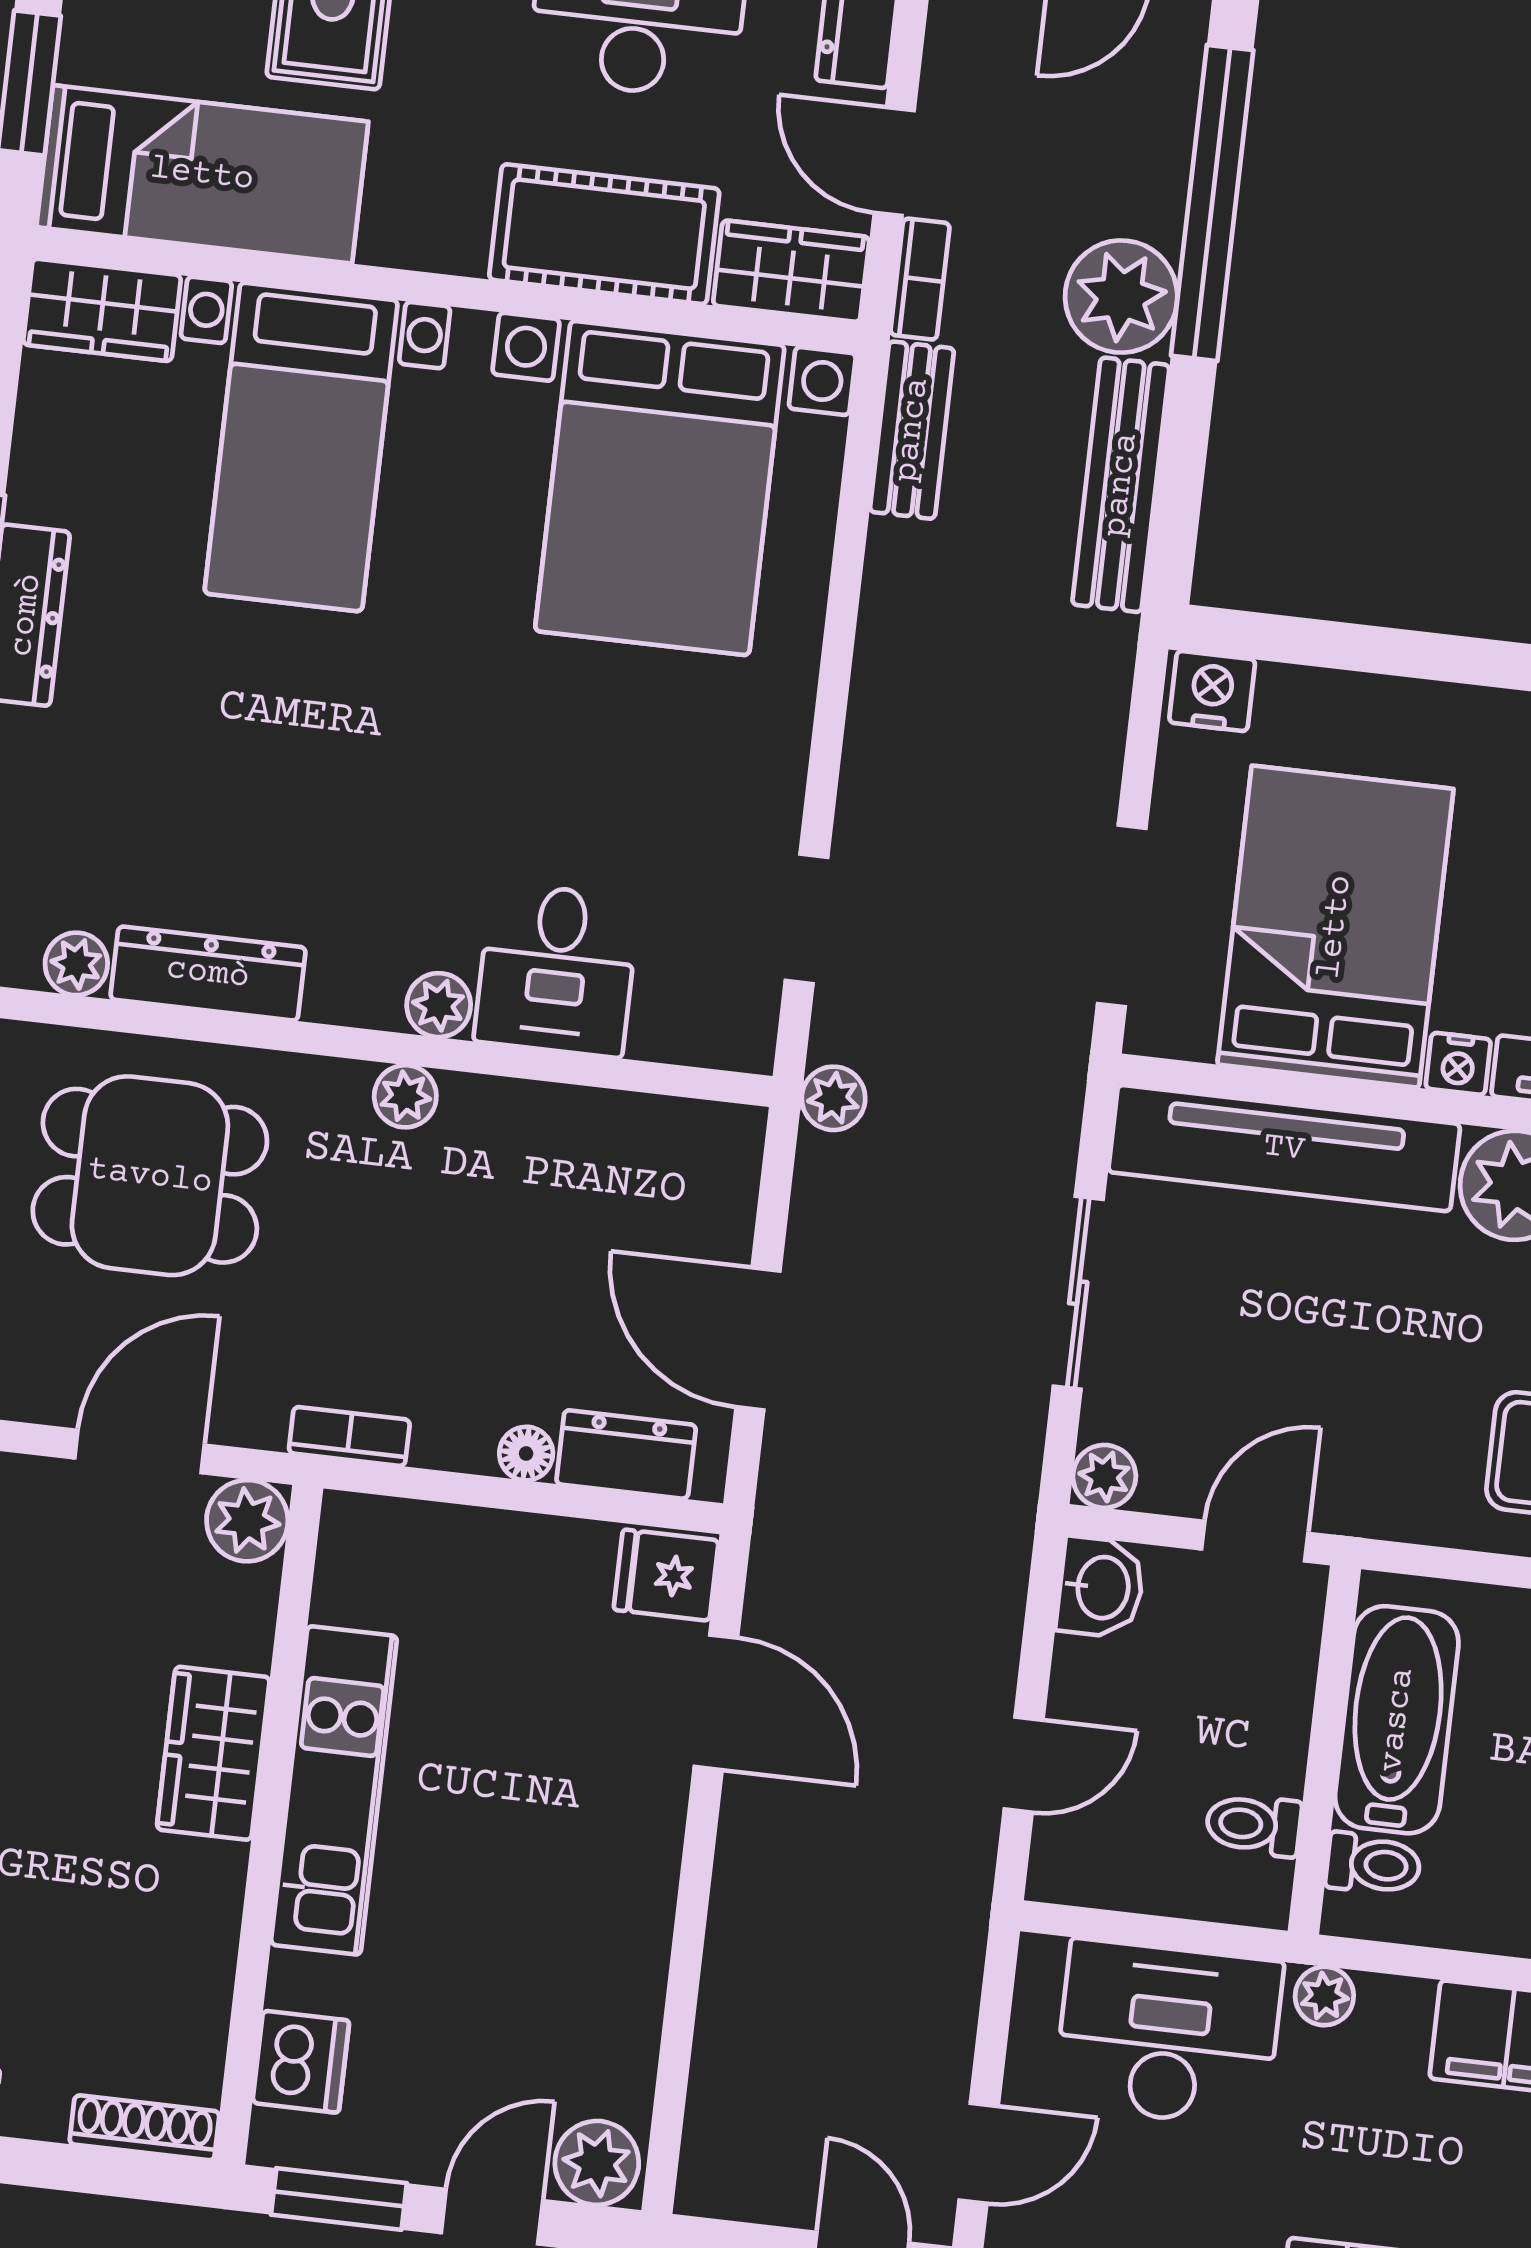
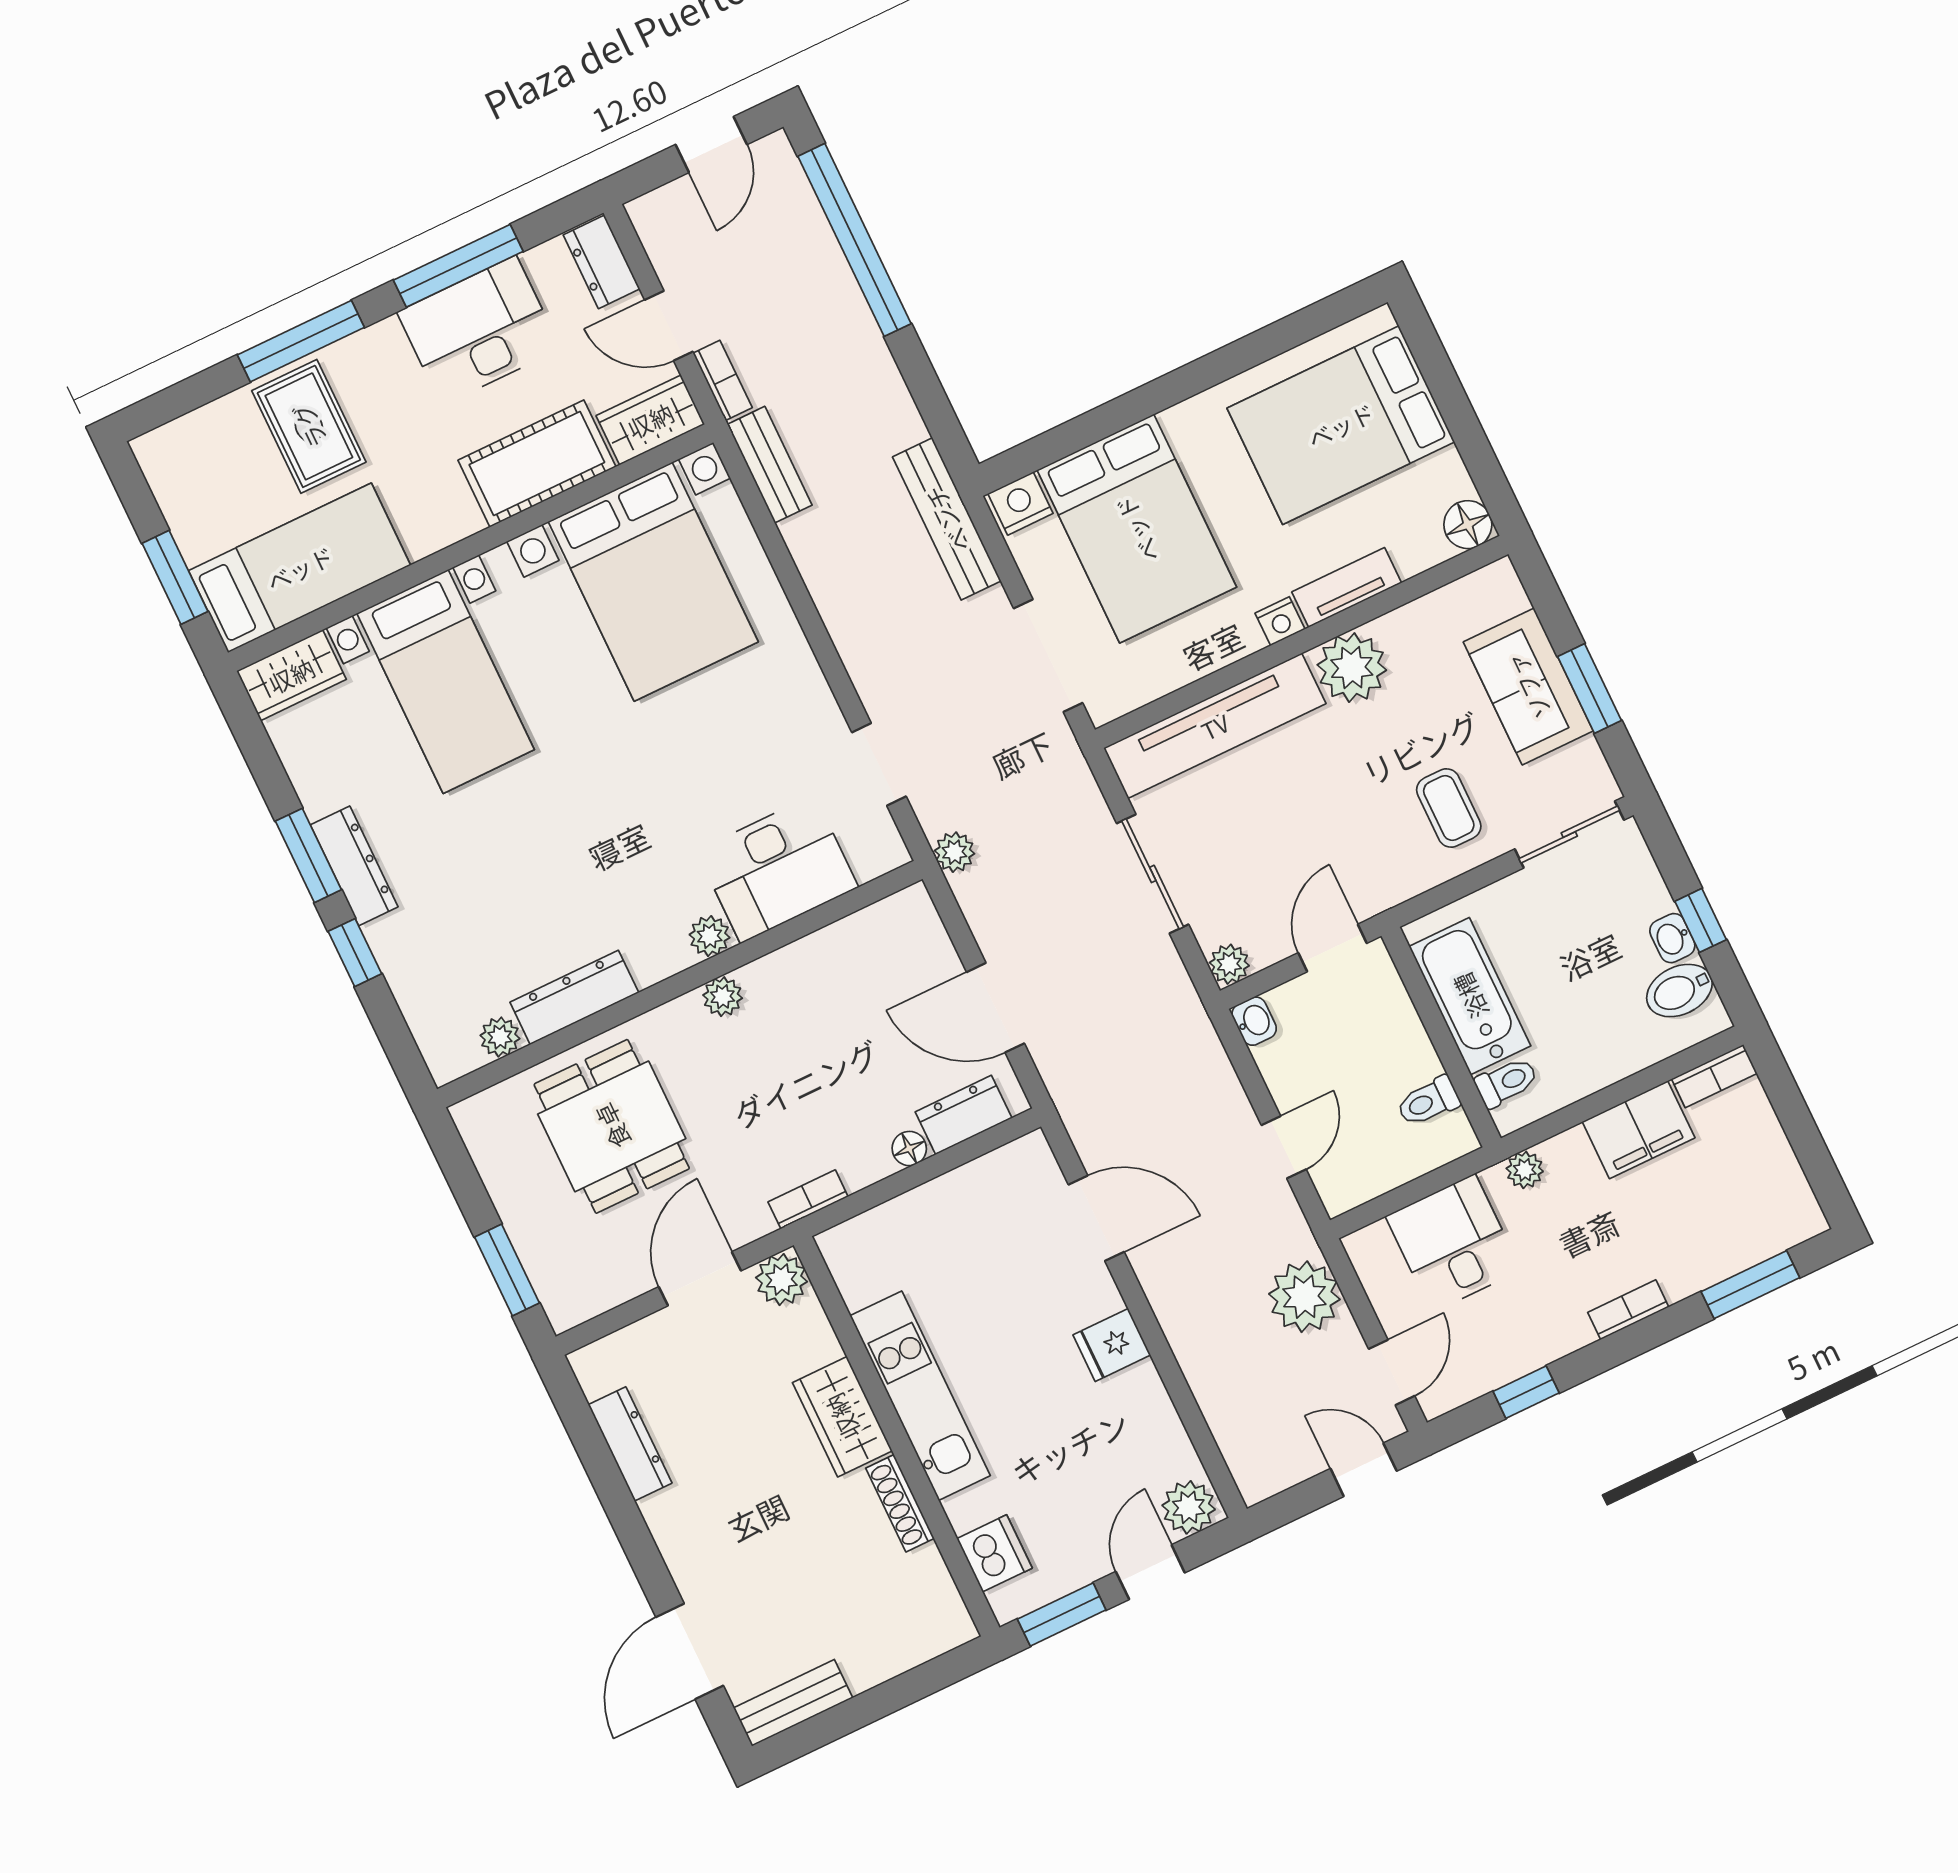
plant: (1121, 297) -> (1304, 1297), moved
bench: (1121, 485) -> (947, 519), moved
bed: (1335, 927) -> (1137, 529), moved, turned 180
desk: (557, 970) -> (777, 869), width x1.37
dining table: (150, 1176) -> (612, 1126), turned 90
fridge: (666, 1575) -> (1112, 1345), moved
washbasin: (1101, 1587) -> (1254, 1021), width x0.72, depth x0.69
desk: (1168, 2033) -> (1453, 1243), width x0.73
shoe rack: (144, 2128) -> (900, 1503), moved, turned -90

